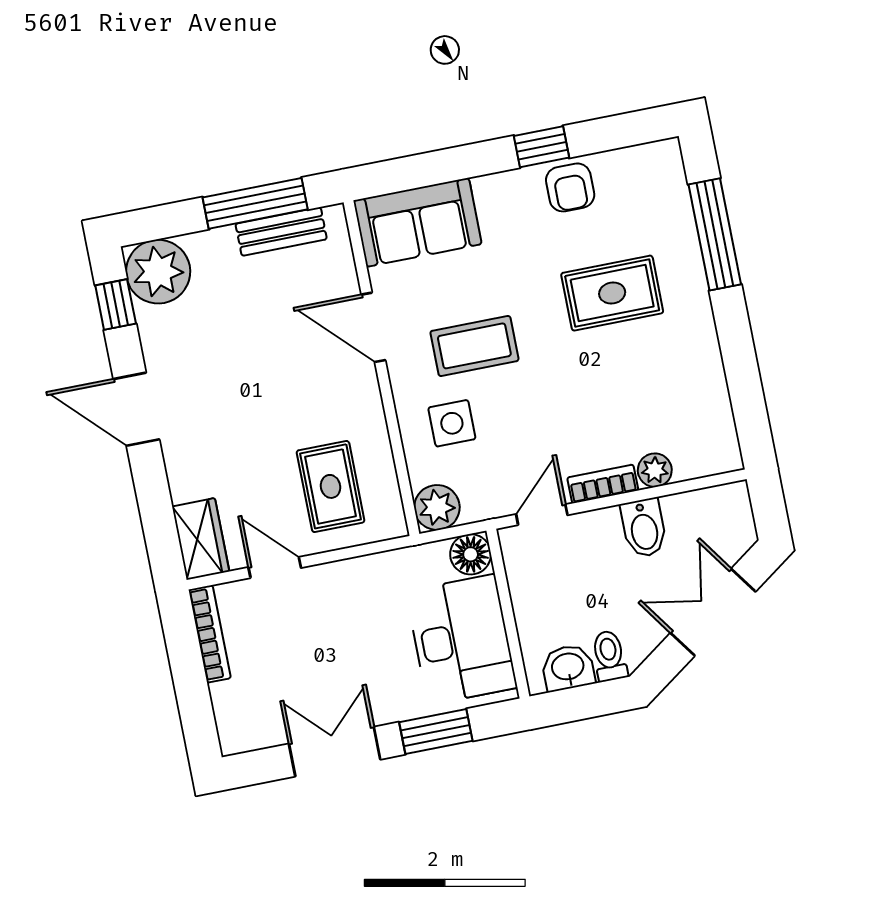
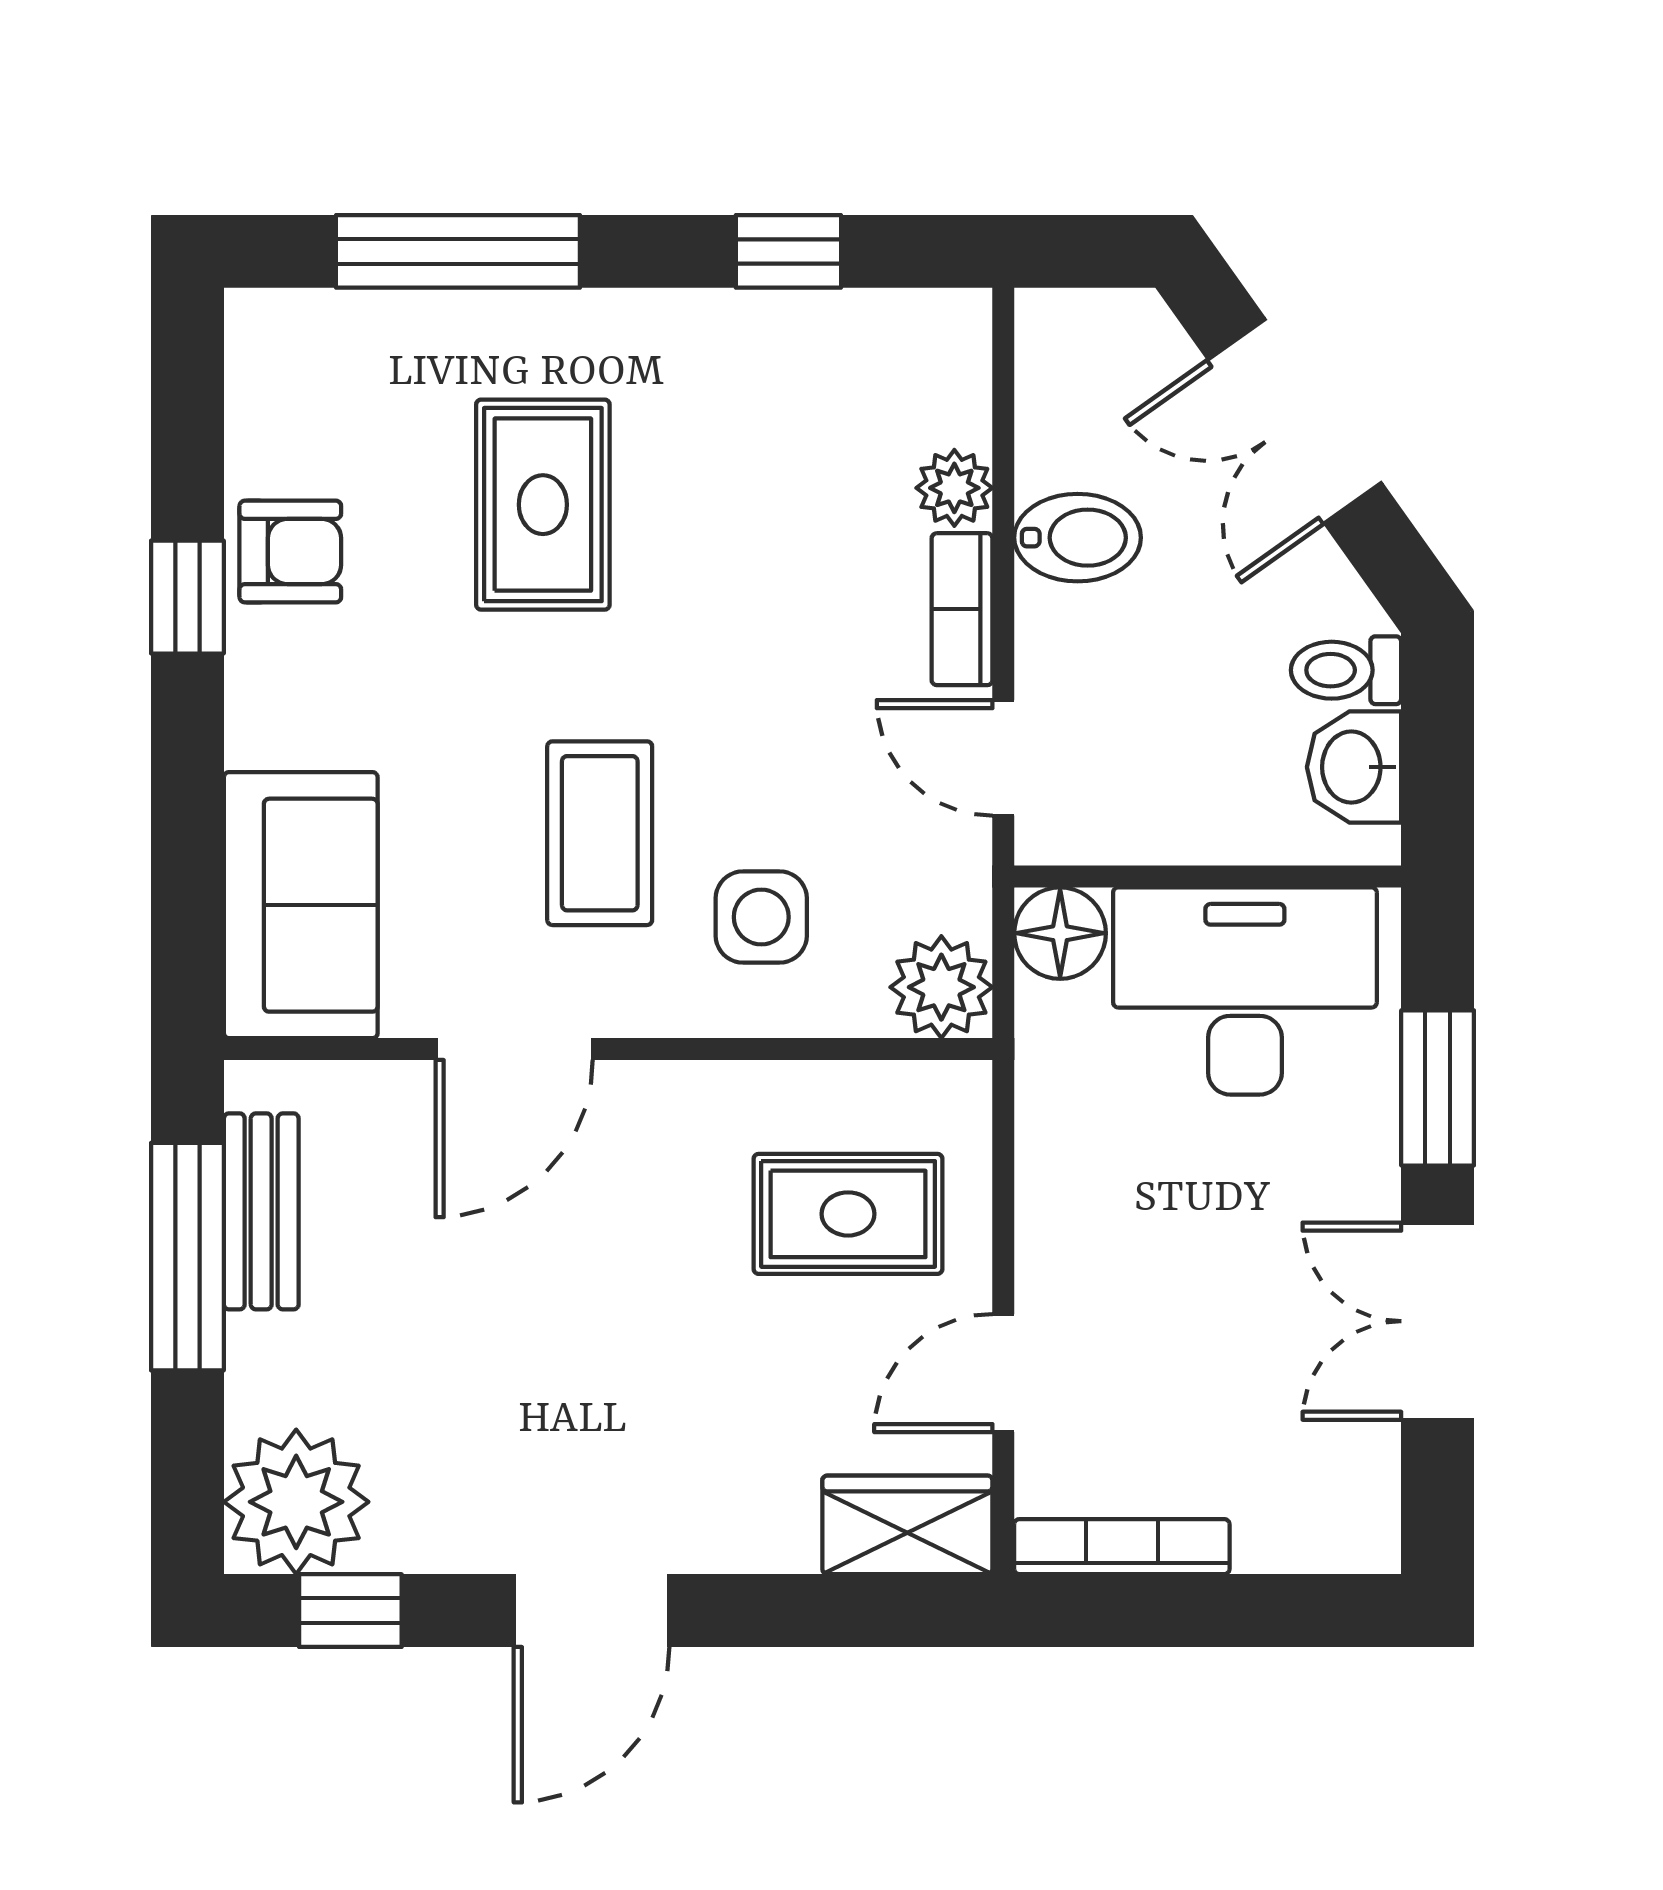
window: (743, 378) -> (788, 251), added

